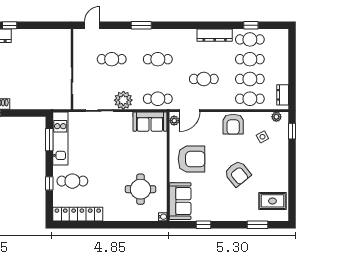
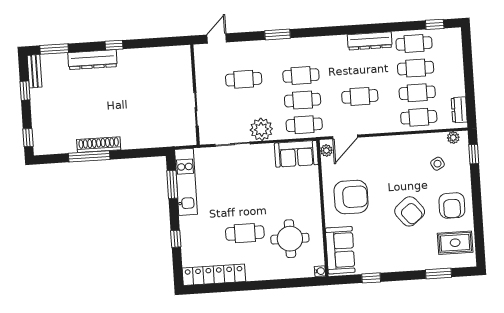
window: (251, 25) -> (435, 24), moved
cafe table: (158, 79) -> (303, 100), added
armchair: (233, 124) -> (452, 206), moved
cafe table: (72, 181) -> (245, 233), moved

